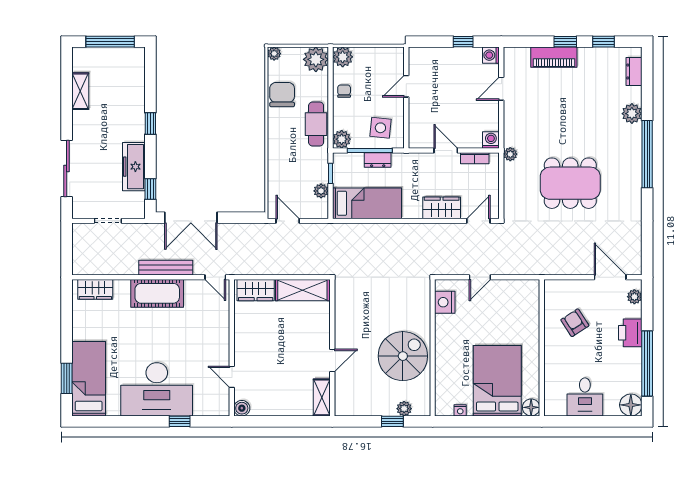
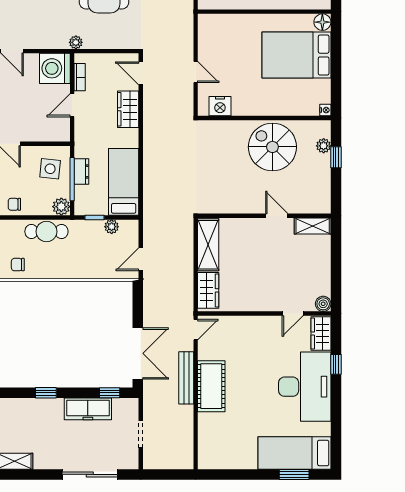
chair: (282, 95) -> (18, 265), width x0.54, depth x0.54
washing machine: (491, 140) -> (55, 68), width x1.89, depth x1.89
wardrobe: (95, 289) -> (321, 334), moved, turned 180
nightstand: (460, 410) -> (325, 110), moved

